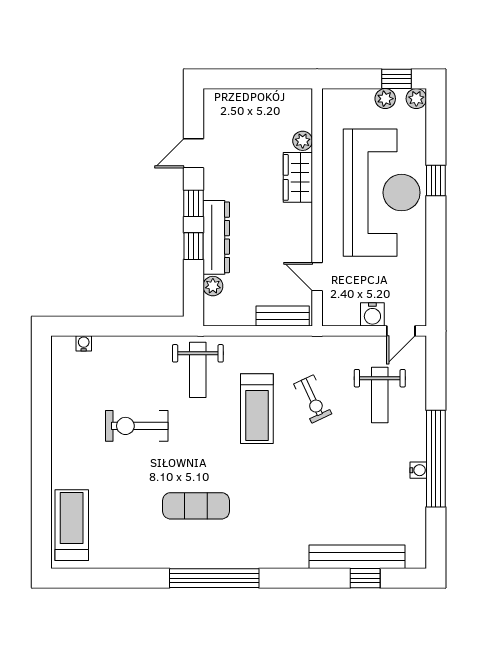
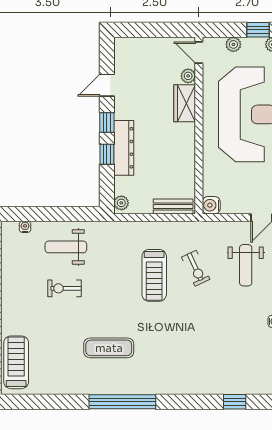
plant: (385, 99) -> (233, 44), moved
door: (317, 277) -> (199, 53), moved
plant: (213, 286) -> (121, 203), moved
water cooler: (372, 314) -> (211, 205), moved, turned 90
weight bench: (198, 370) -> (66, 247), moved, turned 90
exercise bike: (137, 426) -> (64, 288), width x0.73, depth x0.72
bench: (357, 557) -> (229, 386), removed

